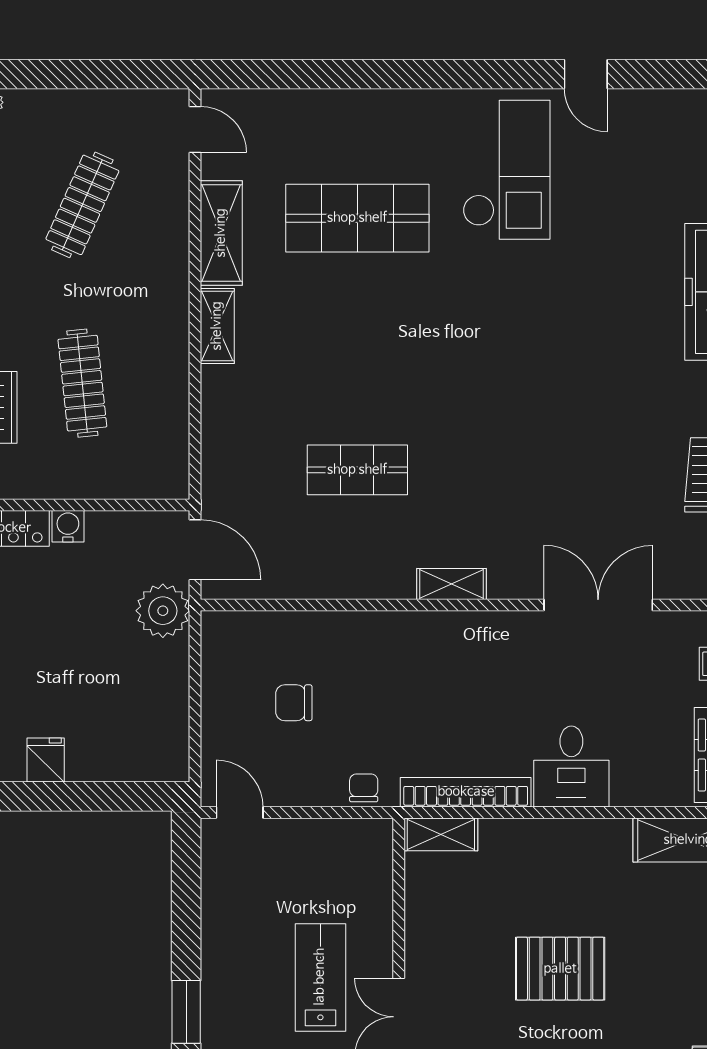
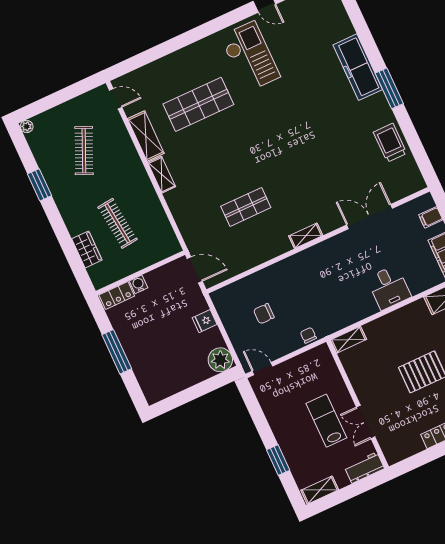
plant: (163, 611) -> (220, 360), moved
fridge: (46, 760) -> (205, 321), moved, turned -90
bookcase: (466, 792) -> (351, 318), removed

